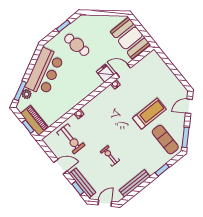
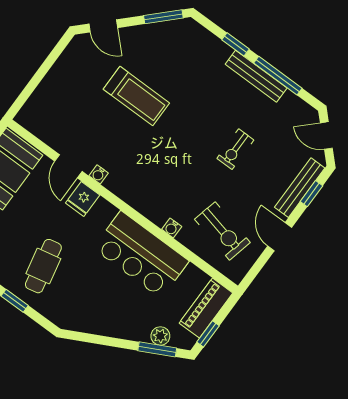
bar counter: (45, 72) -> (141, 255), moved, turned -153
treadmill: (149, 114) -> (136, 96), turned 180
window: (28, 127) -> (208, 334), moved
exercise bike: (71, 139) -> (222, 231), turned 103
exercise mat: (165, 140) -> (177, 54), removed
bench: (135, 183) -> (256, 76), moved
window: (141, 187) -> (278, 76), added

